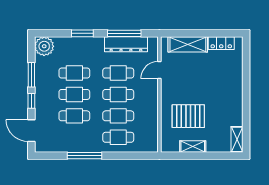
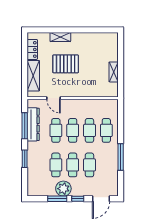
plant: (44, 46) -> (63, 189), moved
pallet: (188, 116) -> (66, 64), moved, turned 90
shelving: (237, 139) -> (60, 37), moved

